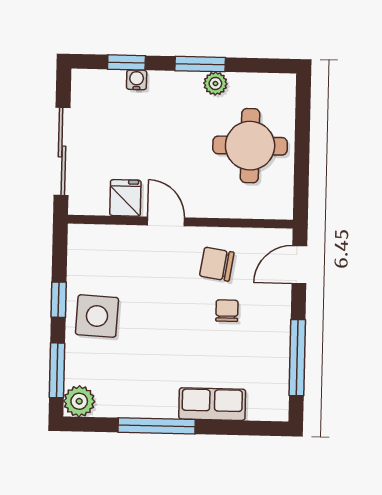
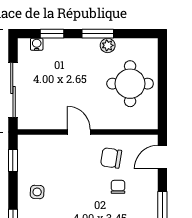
water cooler: (137, 80) -> (37, 44), moved
fridge: (125, 198) -> (53, 118), removed
window: (59, 300) -> (13, 160), moved
side table: (97, 316) -> (37, 192), width x0.54, depth x0.54

